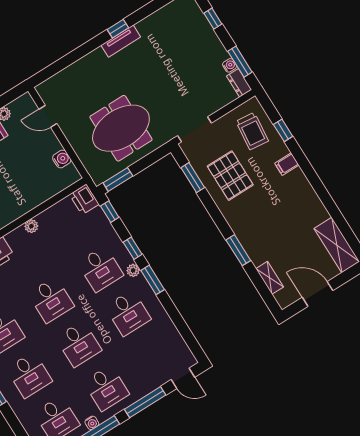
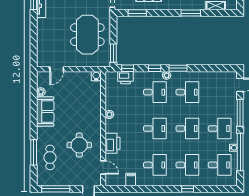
water cooler: (62, 159) -> (96, 76), moved
printer: (84, 199) -> (126, 78), moved

